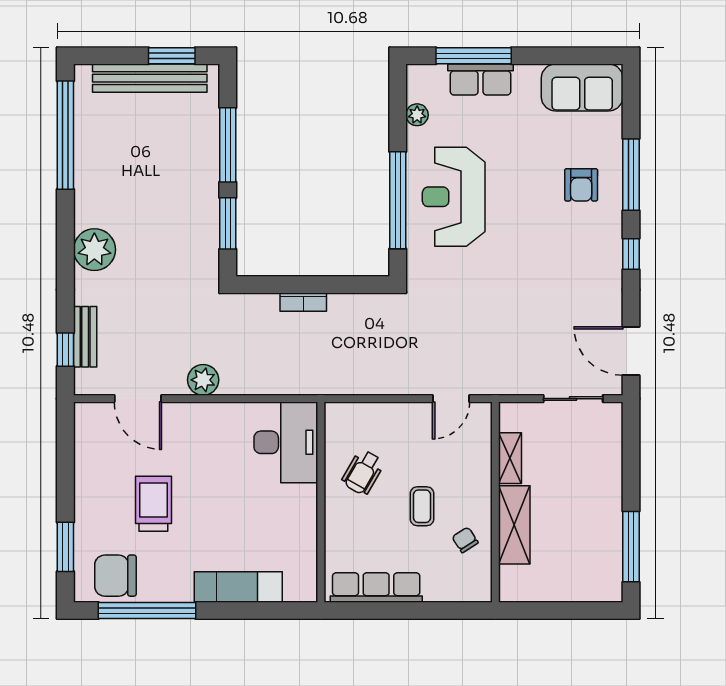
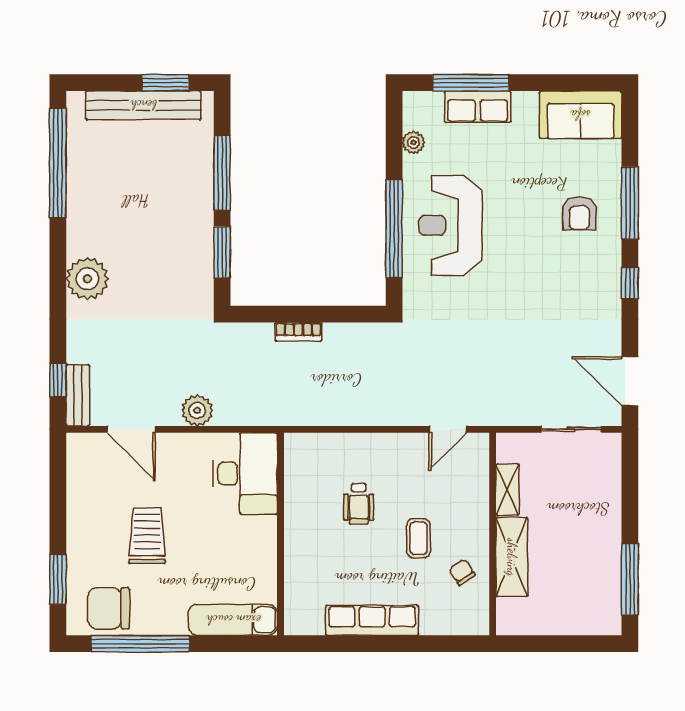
bench: (85, 337) -> (78, 395), moved
desk: (286, 442) -> (245, 474), moved
wheelchair: (363, 472) -> (359, 504), turned -30
wall: (321, 502) -> (281, 534), moved

